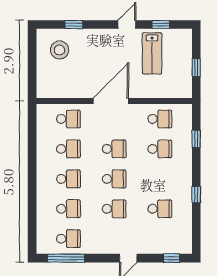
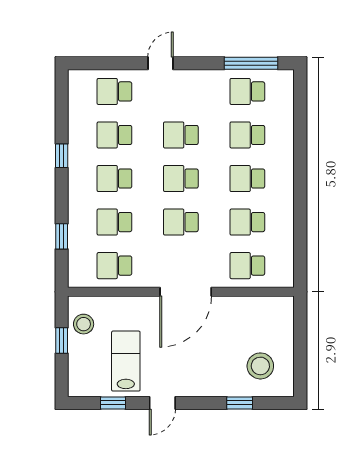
stool: (181, 79) -> (84, 324), added
school desk: (160, 179) -> (114, 179), added
school desk: (160, 239) -> (114, 91), added
window: (172, 258) -> (97, 63), removed

